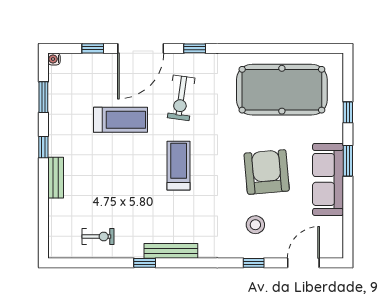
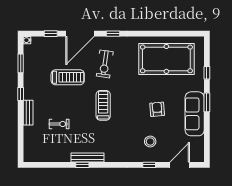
armchair: (267, 172) -> (157, 109), width x0.53, depth x0.53
exercise bike: (98, 236) -> (59, 124), moved
bench: (171, 251) -> (87, 157), moved

